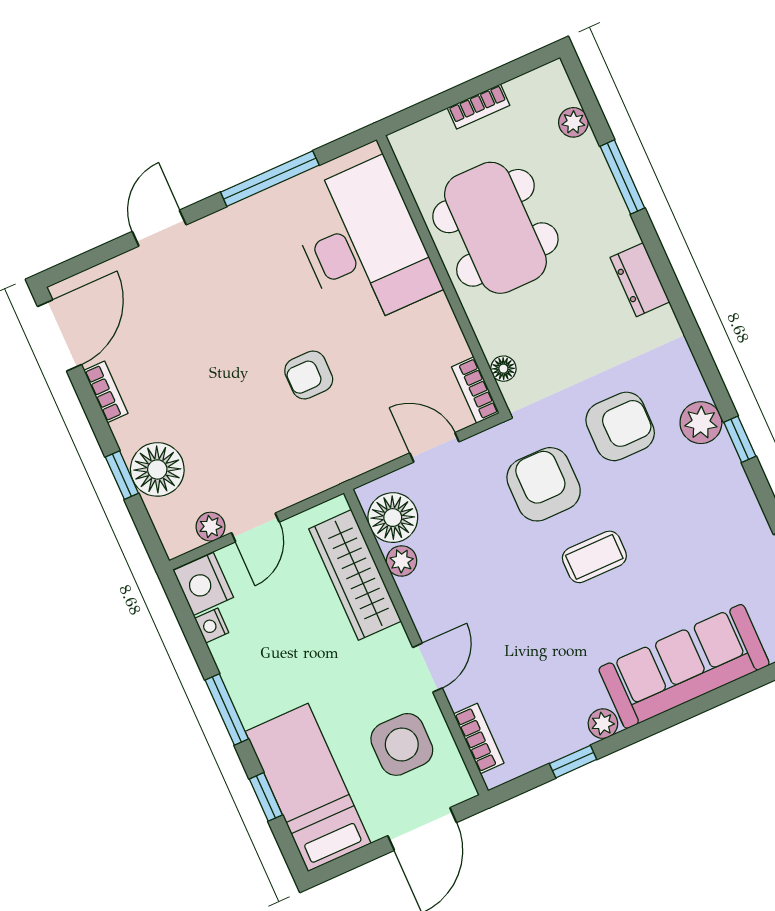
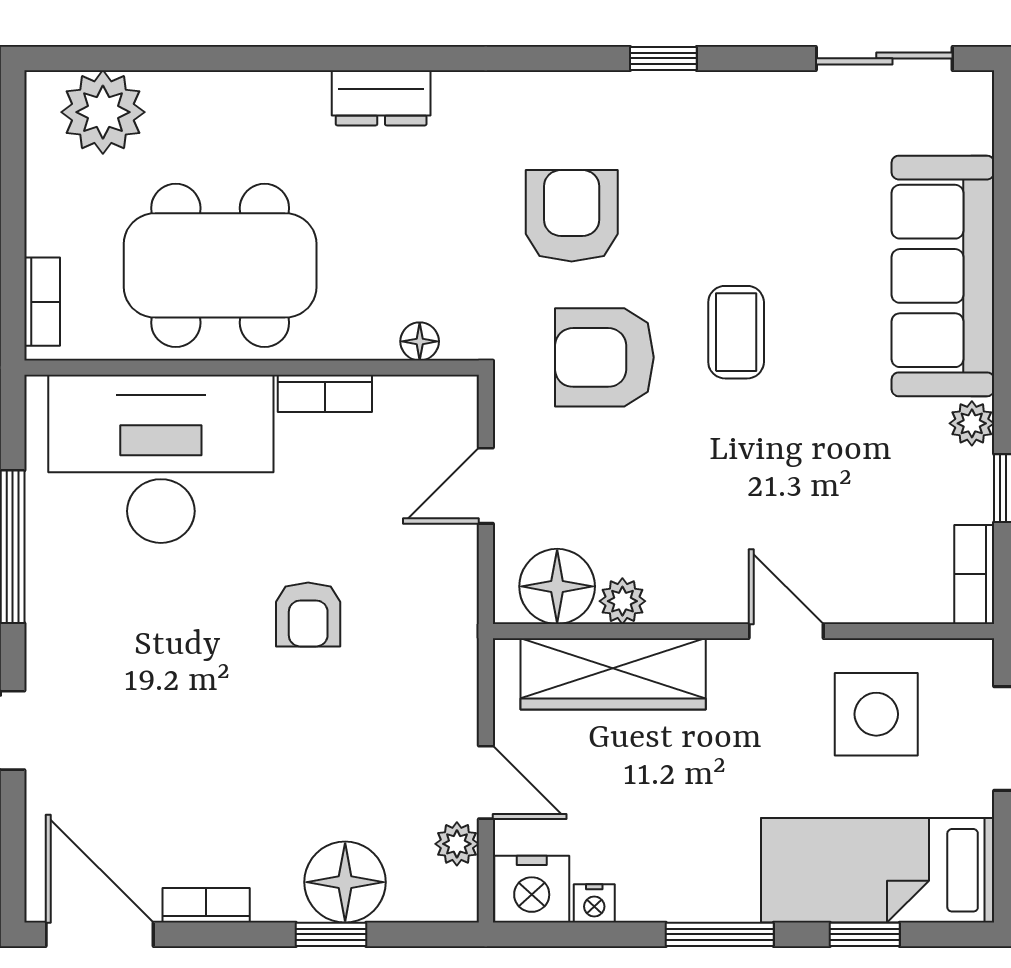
bookcase: (479, 107) -> (42, 302), moved
plant: (573, 122) -> (103, 112), width x1.88, depth x1.88
window: (622, 177) -> (229, 58), removed
bookcase: (475, 390) -> (325, 393), moved
plant: (701, 423) -> (616, 102), removed
bookcase: (479, 738) -> (974, 574), moved, turned -90

